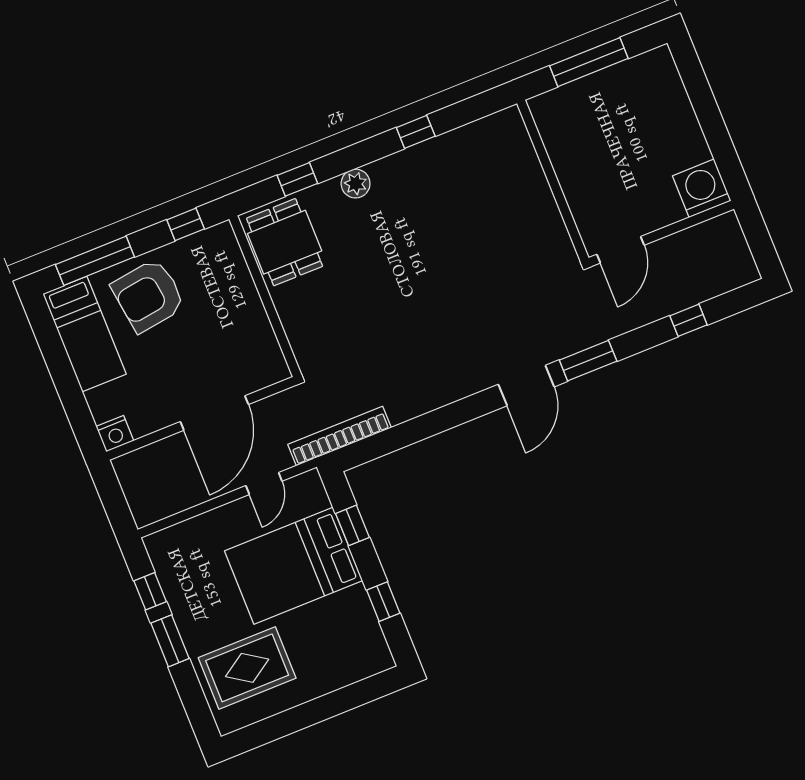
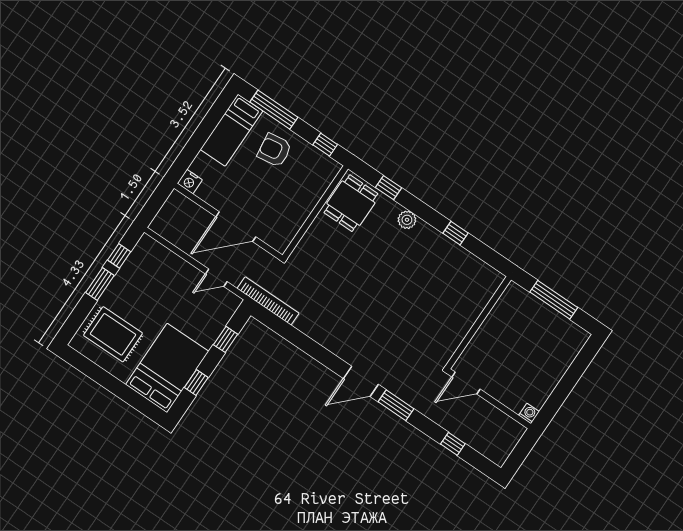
washing machine: (702, 188) -> (529, 413), width x0.53, depth x0.53
armchair: (148, 295) -> (275, 150), width x0.73, depth x0.73
bed: (294, 566) -> (167, 368), moved, turned 90

